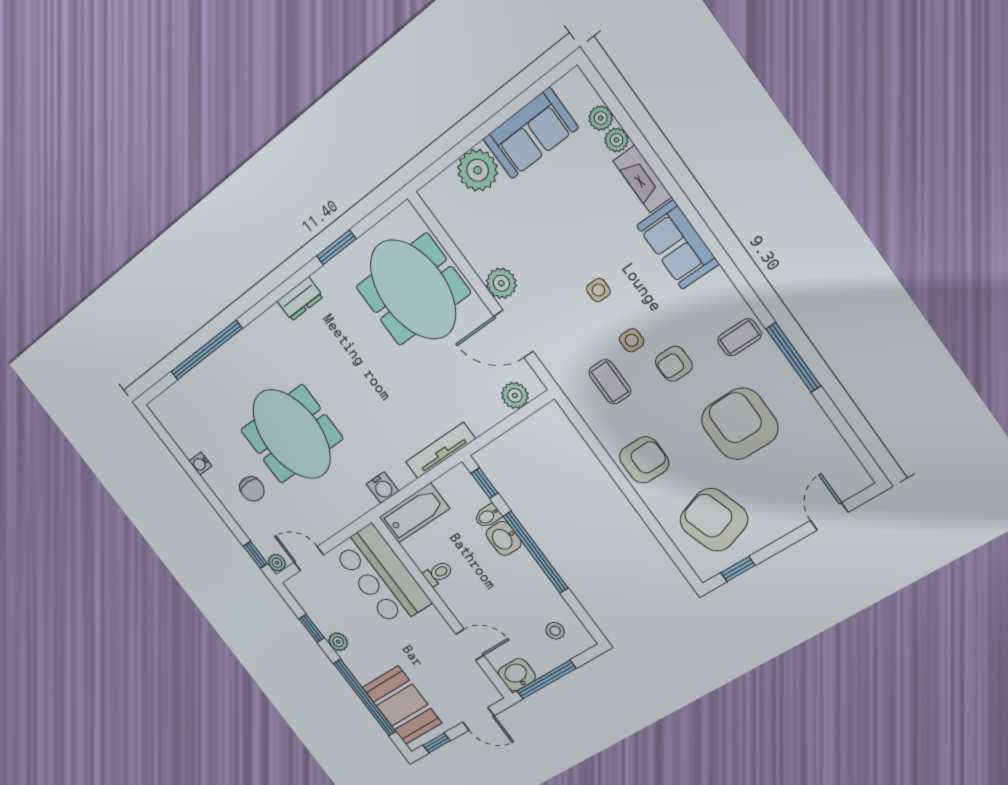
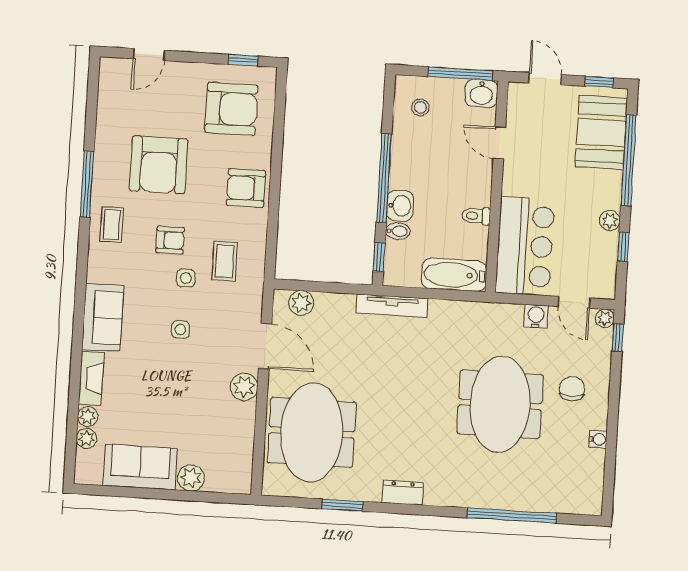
plant: (478, 170) -> (191, 478), width x0.73, depth x0.73
coffee table: (739, 337) -> (112, 225), turned 90
water cooler: (383, 488) -> (536, 316), moved
armchair: (714, 520) -> (231, 109), turned -72

